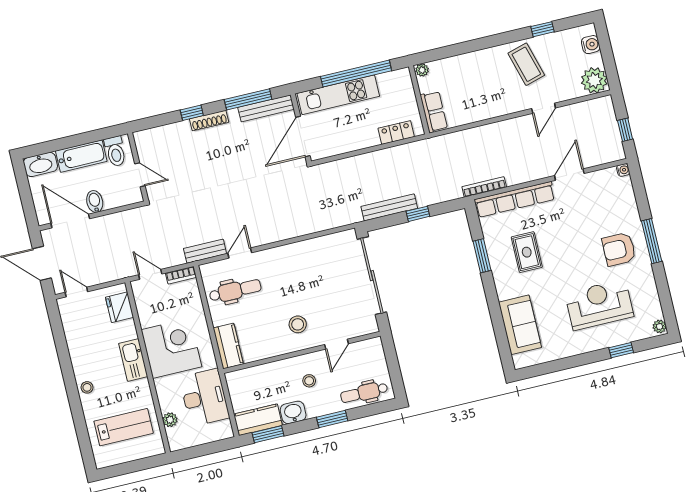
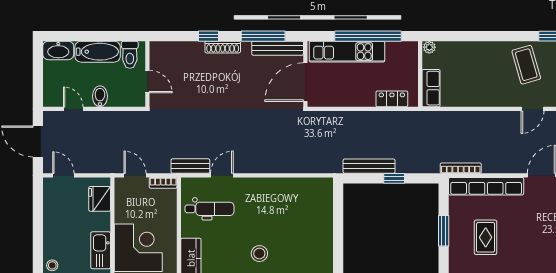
door: (70, 221) -> (73, 109), width x0.53
sliding door: (372, 276) -> (338, 225), removed

